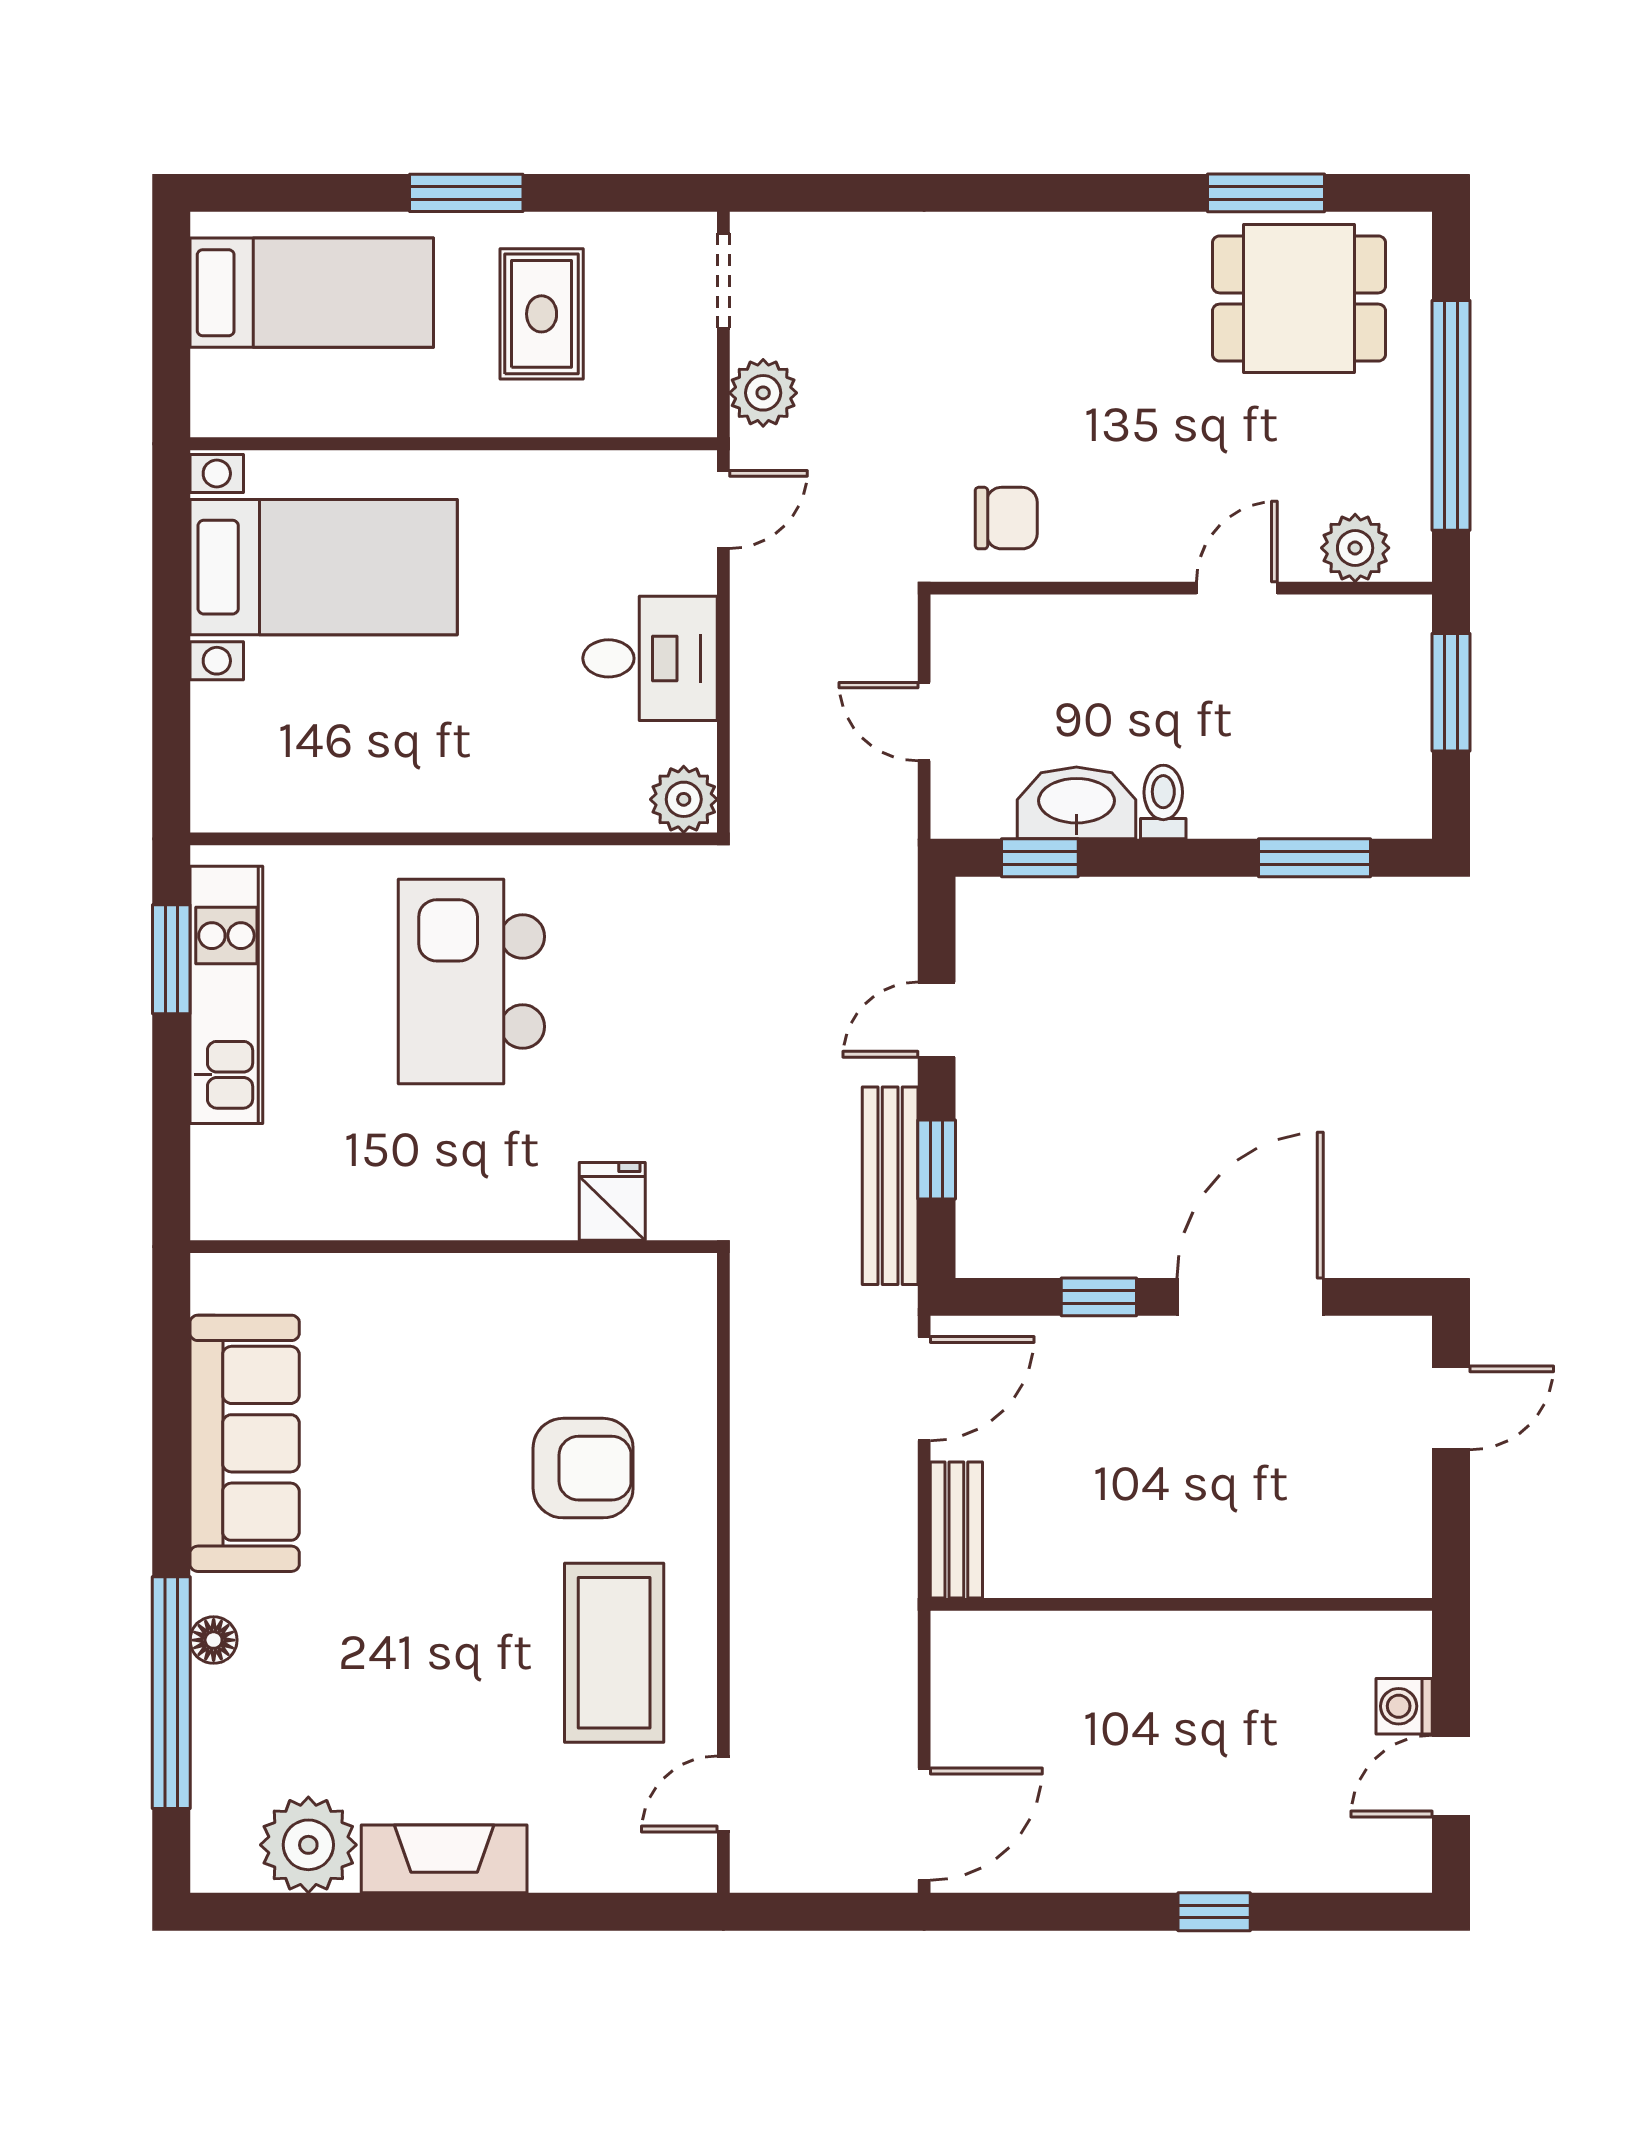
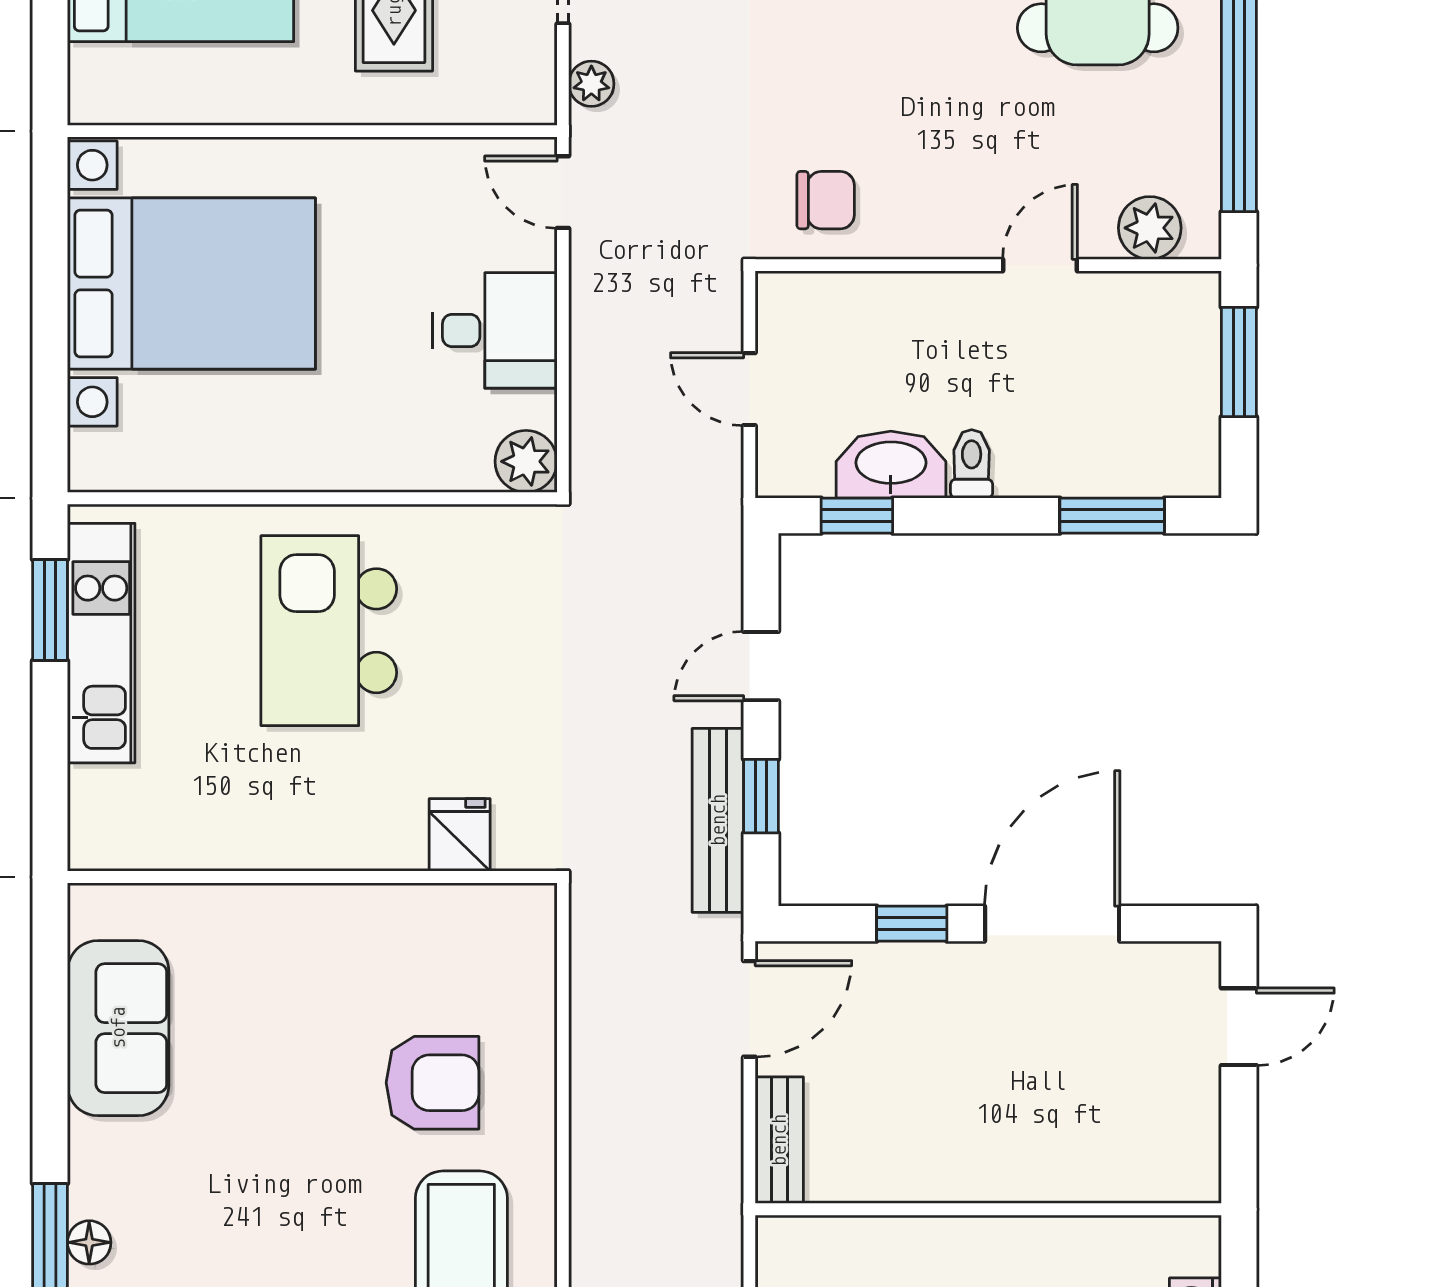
plant: (763, 393) -> (591, 84), width x0.73, depth x0.73
door: (723, 510) -> (563, 192), swing flipped
bed with nightstands: (324, 567) -> (191, 283), width x1.36
sofa: (245, 1443) -> (118, 1028), width x0.73

